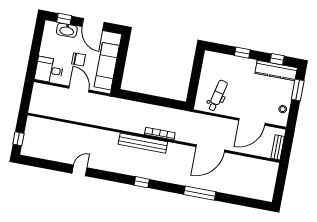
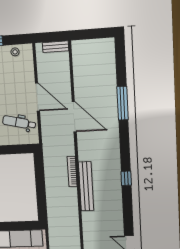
door: (252, 122) -> (37, 97), moved
window: (200, 193) -> (123, 103), moved

